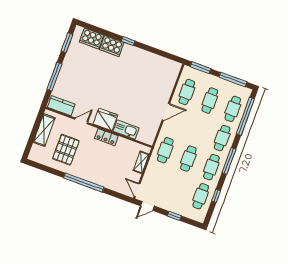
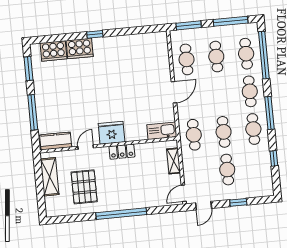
kitchen sink: (126, 130) -> (162, 131), moved
door: (137, 190) -> (184, 193), hinge flipped
cafe table: (201, 196) -> (227, 170), moved

